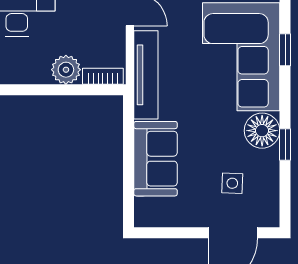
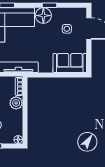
sofa: (156, 159) -> (70, 63), moved

